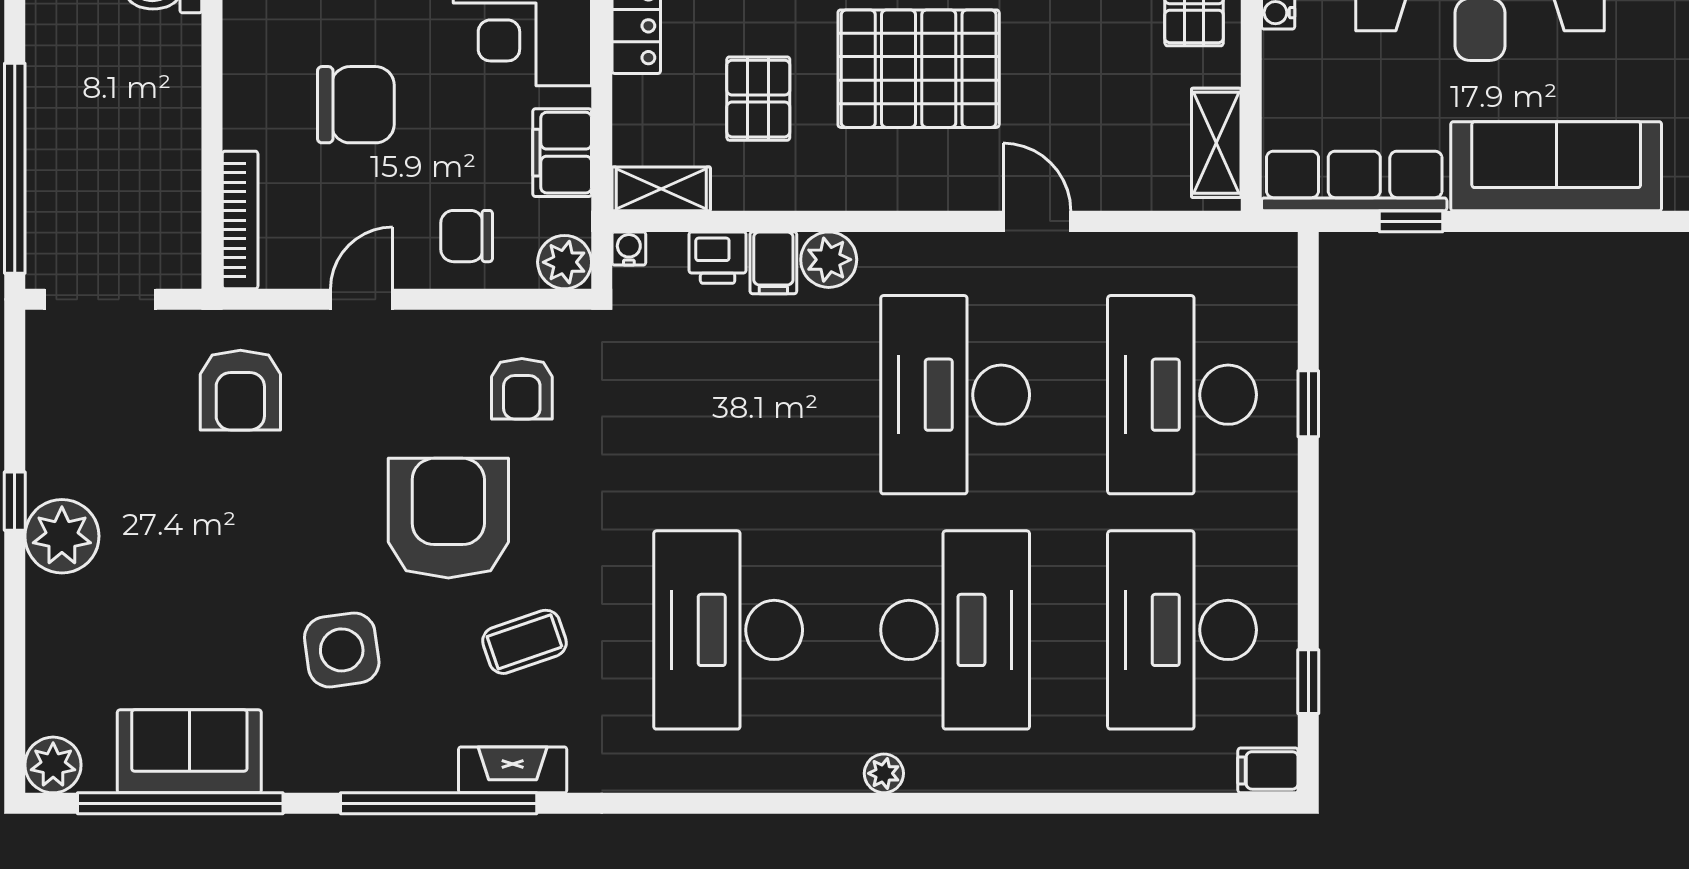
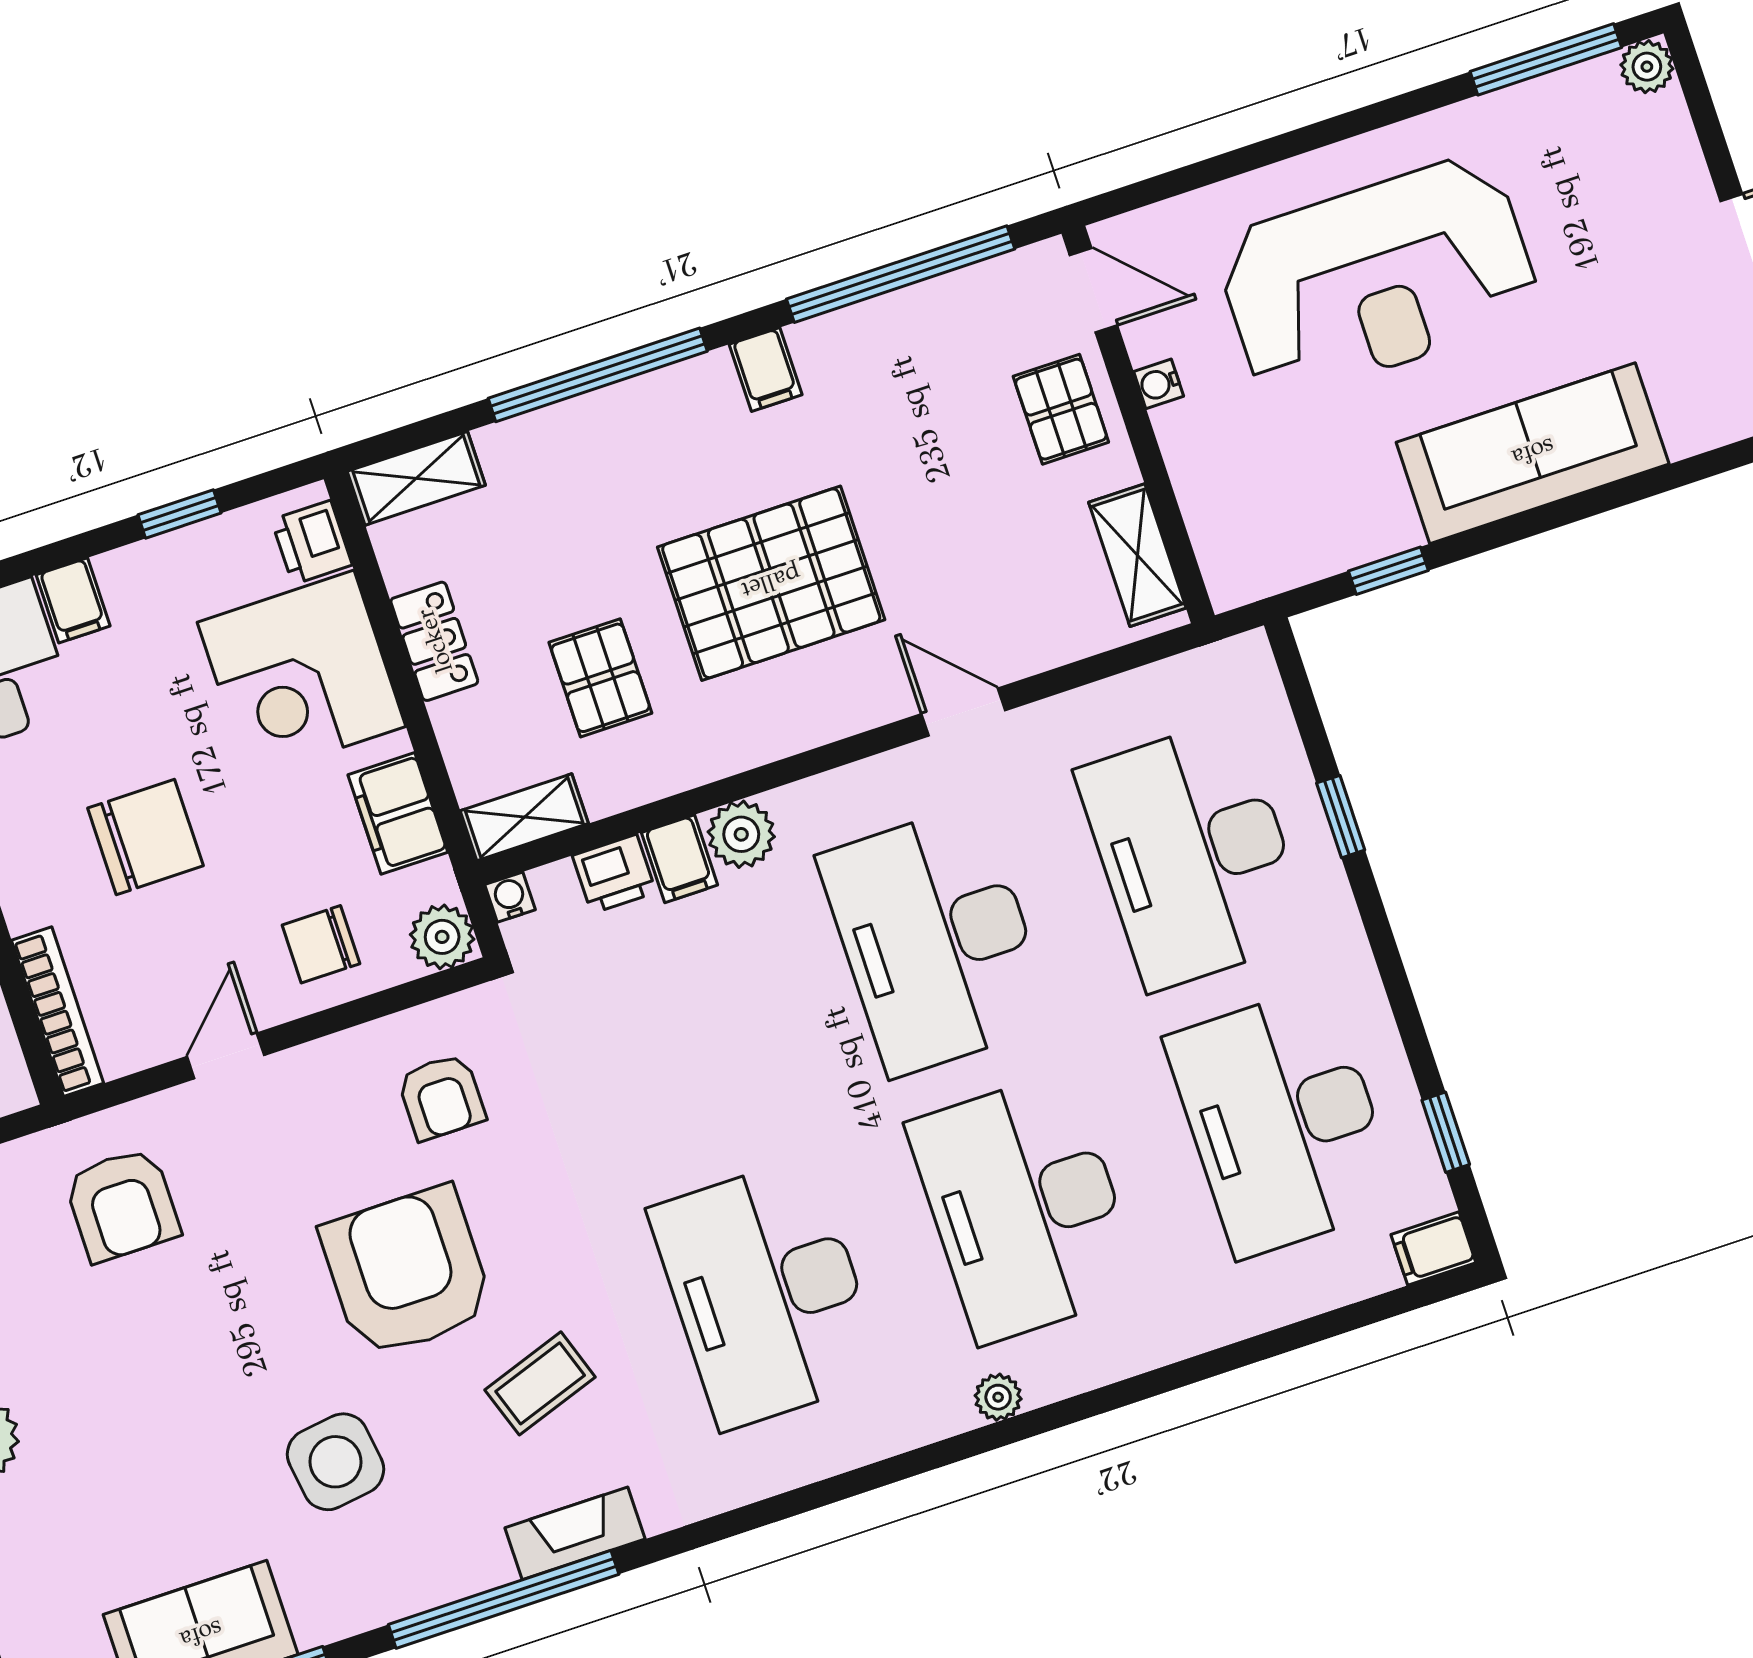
row of seats: (1354, 181) -> (1309, 546), removed
desk: (955, 630) -> (1025, 1207), turned 180

